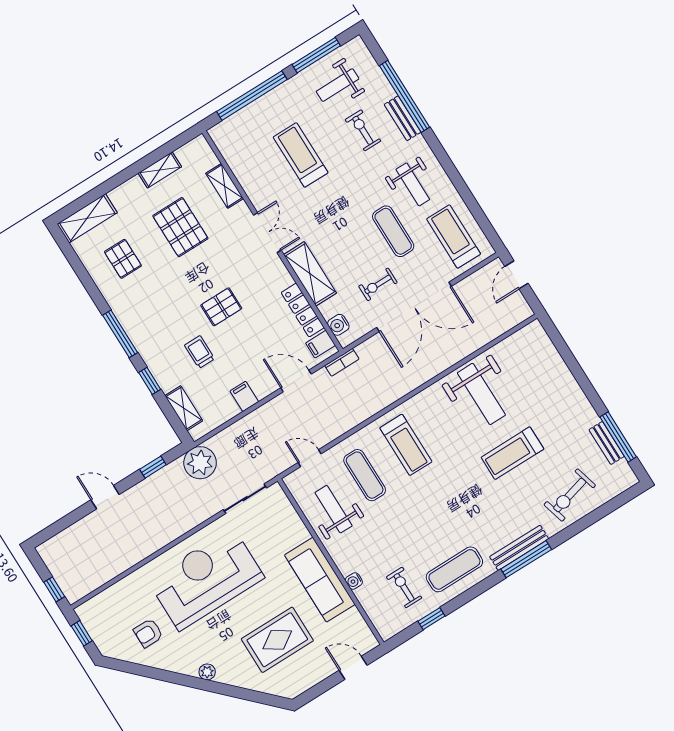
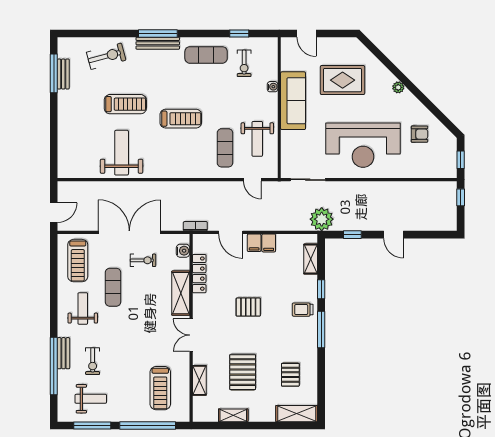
treadmill: (301, 155) -> (160, 388), moved
filing cabinet: (321, 344) -> (254, 243), moved, turned 90
trolley: (200, 352) -> (303, 310), moved, turned 90
treadmill: (406, 445) -> (181, 119), moved, turned 90

